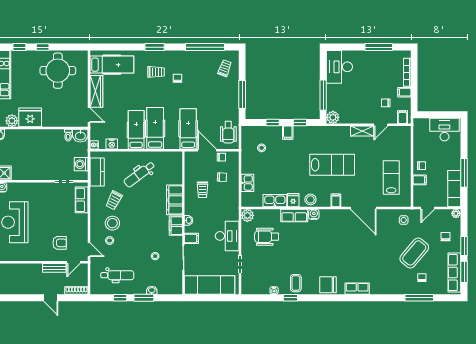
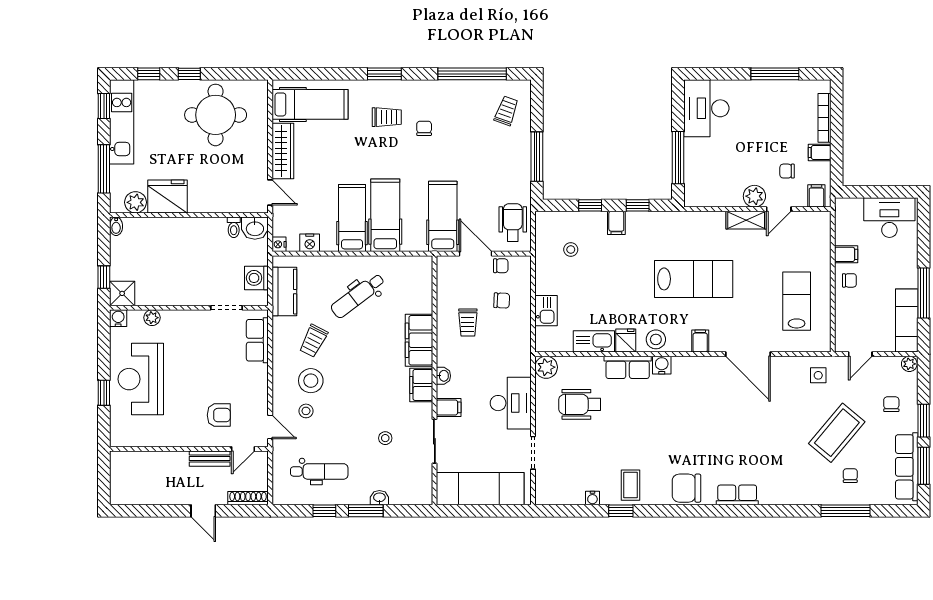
plant: (333, 117) -> (754, 196), moved
wheelchair: (228, 132) -> (513, 222), turned 180
filing cabinet: (420, 180) -> (846, 254), moved
plant: (21, 187) -> (152, 318), added

